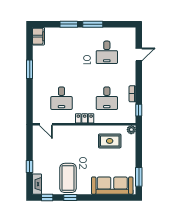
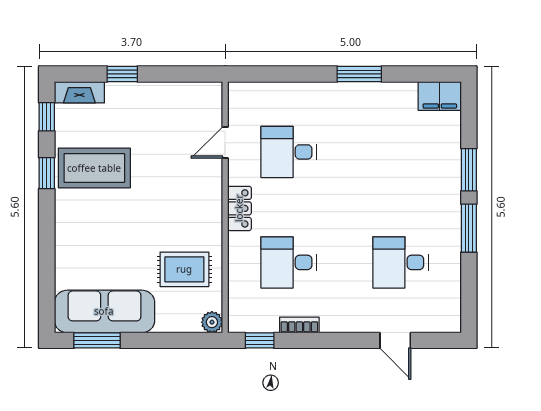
door: (46, 124) -> (225, 143), moved
rug: (110, 141) -> (184, 269), turned 90
sofa: (112, 186) -> (104, 311), moved, turned -90

